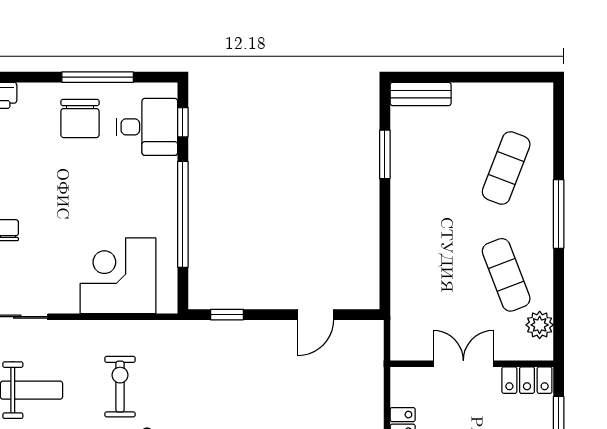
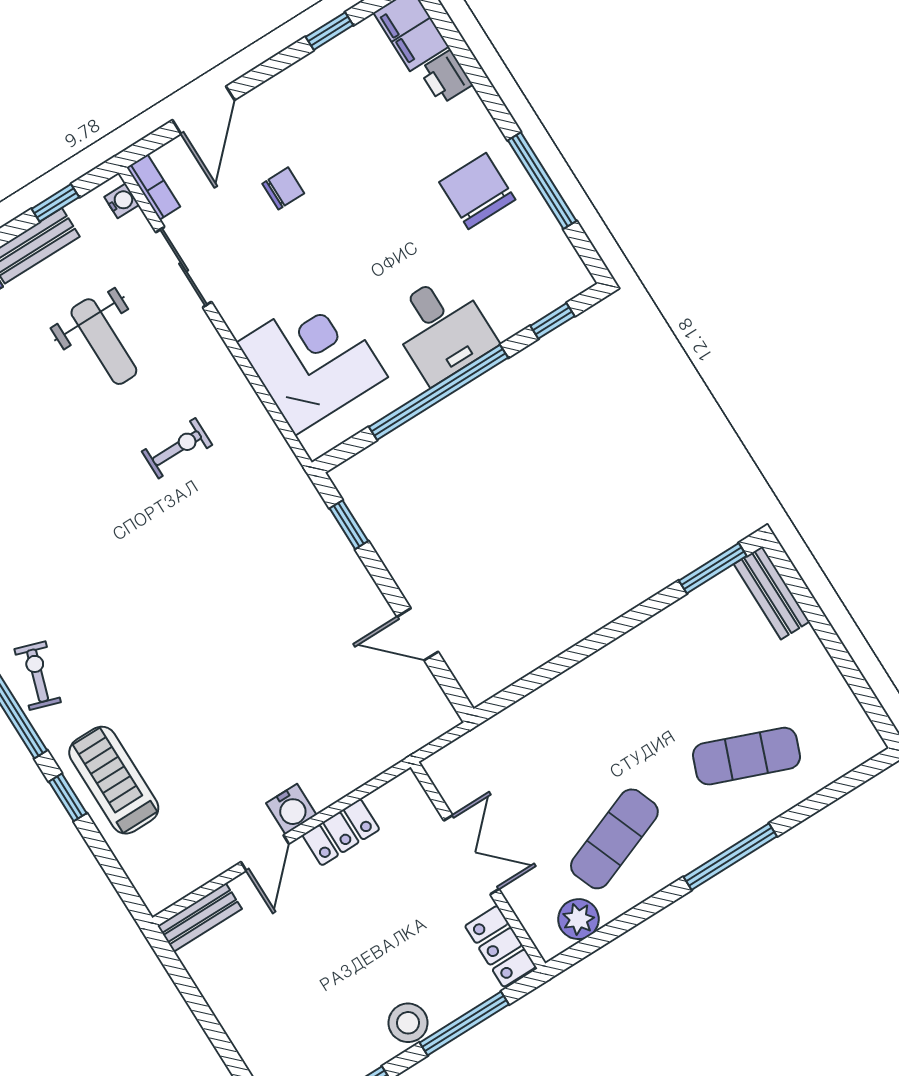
chair: (80, 118) -> (477, 191), turned 90
desk: (147, 127) -> (442, 328), moved
window: (385, 154) -> (713, 568), moved
exercise bike: (120, 387) -> (177, 448), width x0.73, depth x0.72

